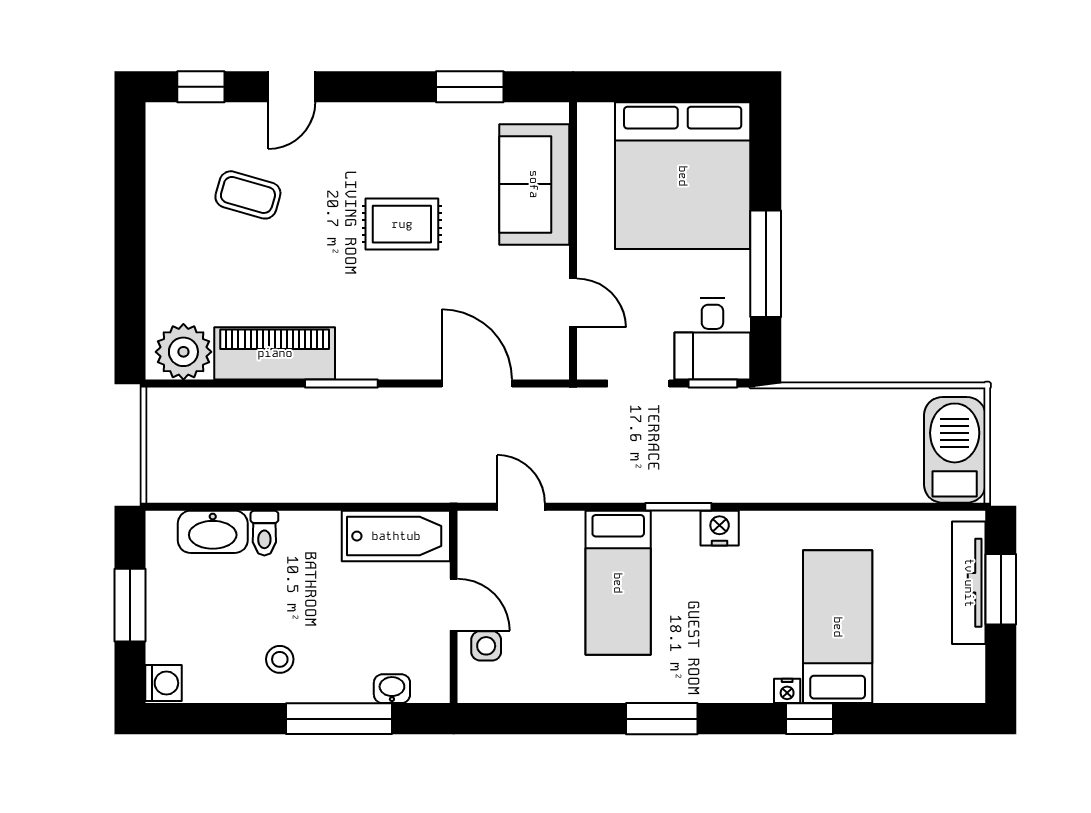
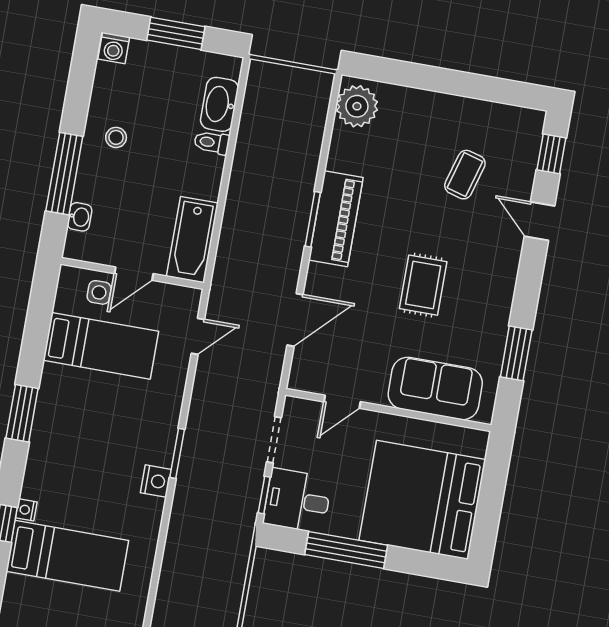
piano: (275, 353) -> (336, 219), moved
bed: (618, 583) -> (101, 346), moved, turned 180

